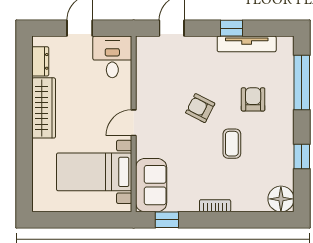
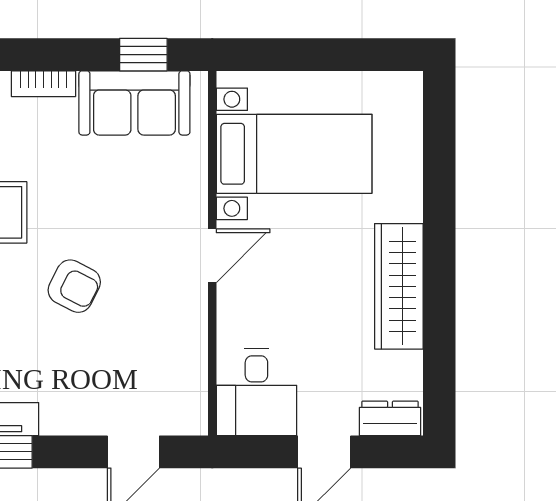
dresser: (40, 61) -> (390, 418), moved, turned 90
sofa: (151, 185) -> (134, 103), moved, turned -90

